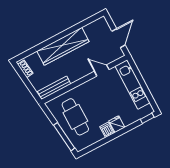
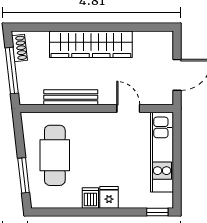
window: (28, 83) -> (12, 70), added
bench: (54, 88) -> (71, 97), moved
window: (64, 137) -> (24, 175), width x0.69

